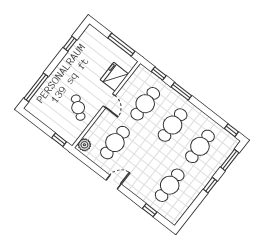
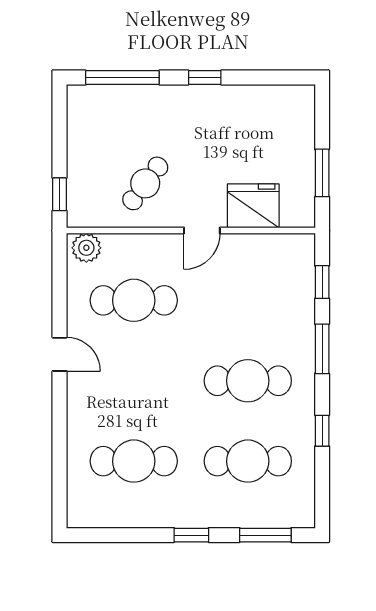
window: (70, 44) -> (205, 78), moved
window: (121, 45) -> (322, 173), width x0.69
cafe table: (145, 104) -> (248, 300), removed
window: (231, 130) -> (322, 431), moved
window: (150, 210) -> (59, 460), removed

